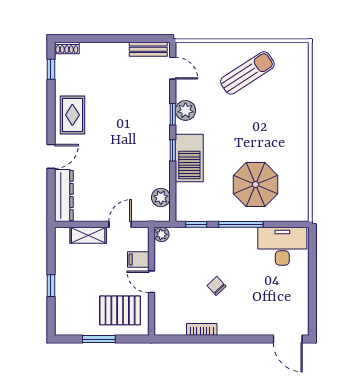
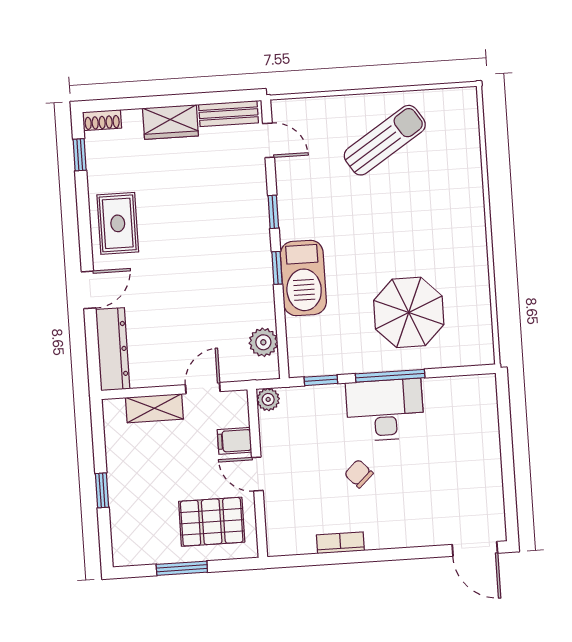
wardrobe: (111, 52) -> (170, 122), added
plant: (185, 110) -> (293, 205), removed
desk: (282, 246) -> (385, 410), moved

